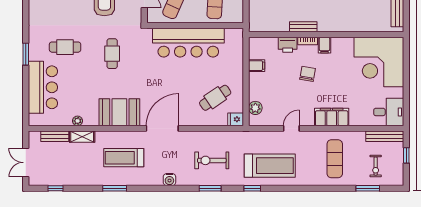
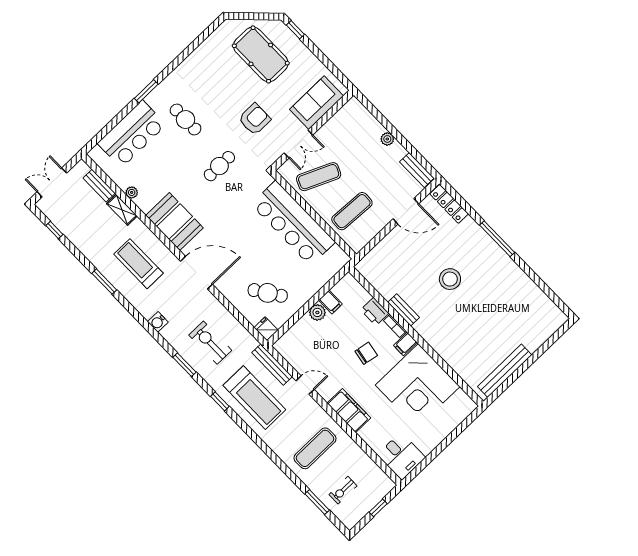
corner desk: (379, 62) -> (418, 386), moved, turned -90
plant: (255, 108) -> (317, 312), moved
bench: (385, 136) -> (272, 365), moved

